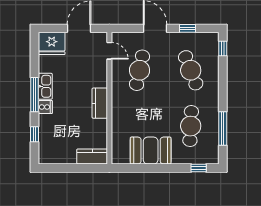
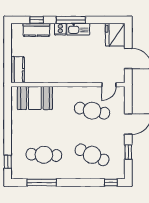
cafe table: (191, 70) -> (92, 155), turned 45
kitchen counter: (100, 103) -> (36, 30), moved, turned 180
booth: (151, 151) -> (35, 98), moved, turned 90

